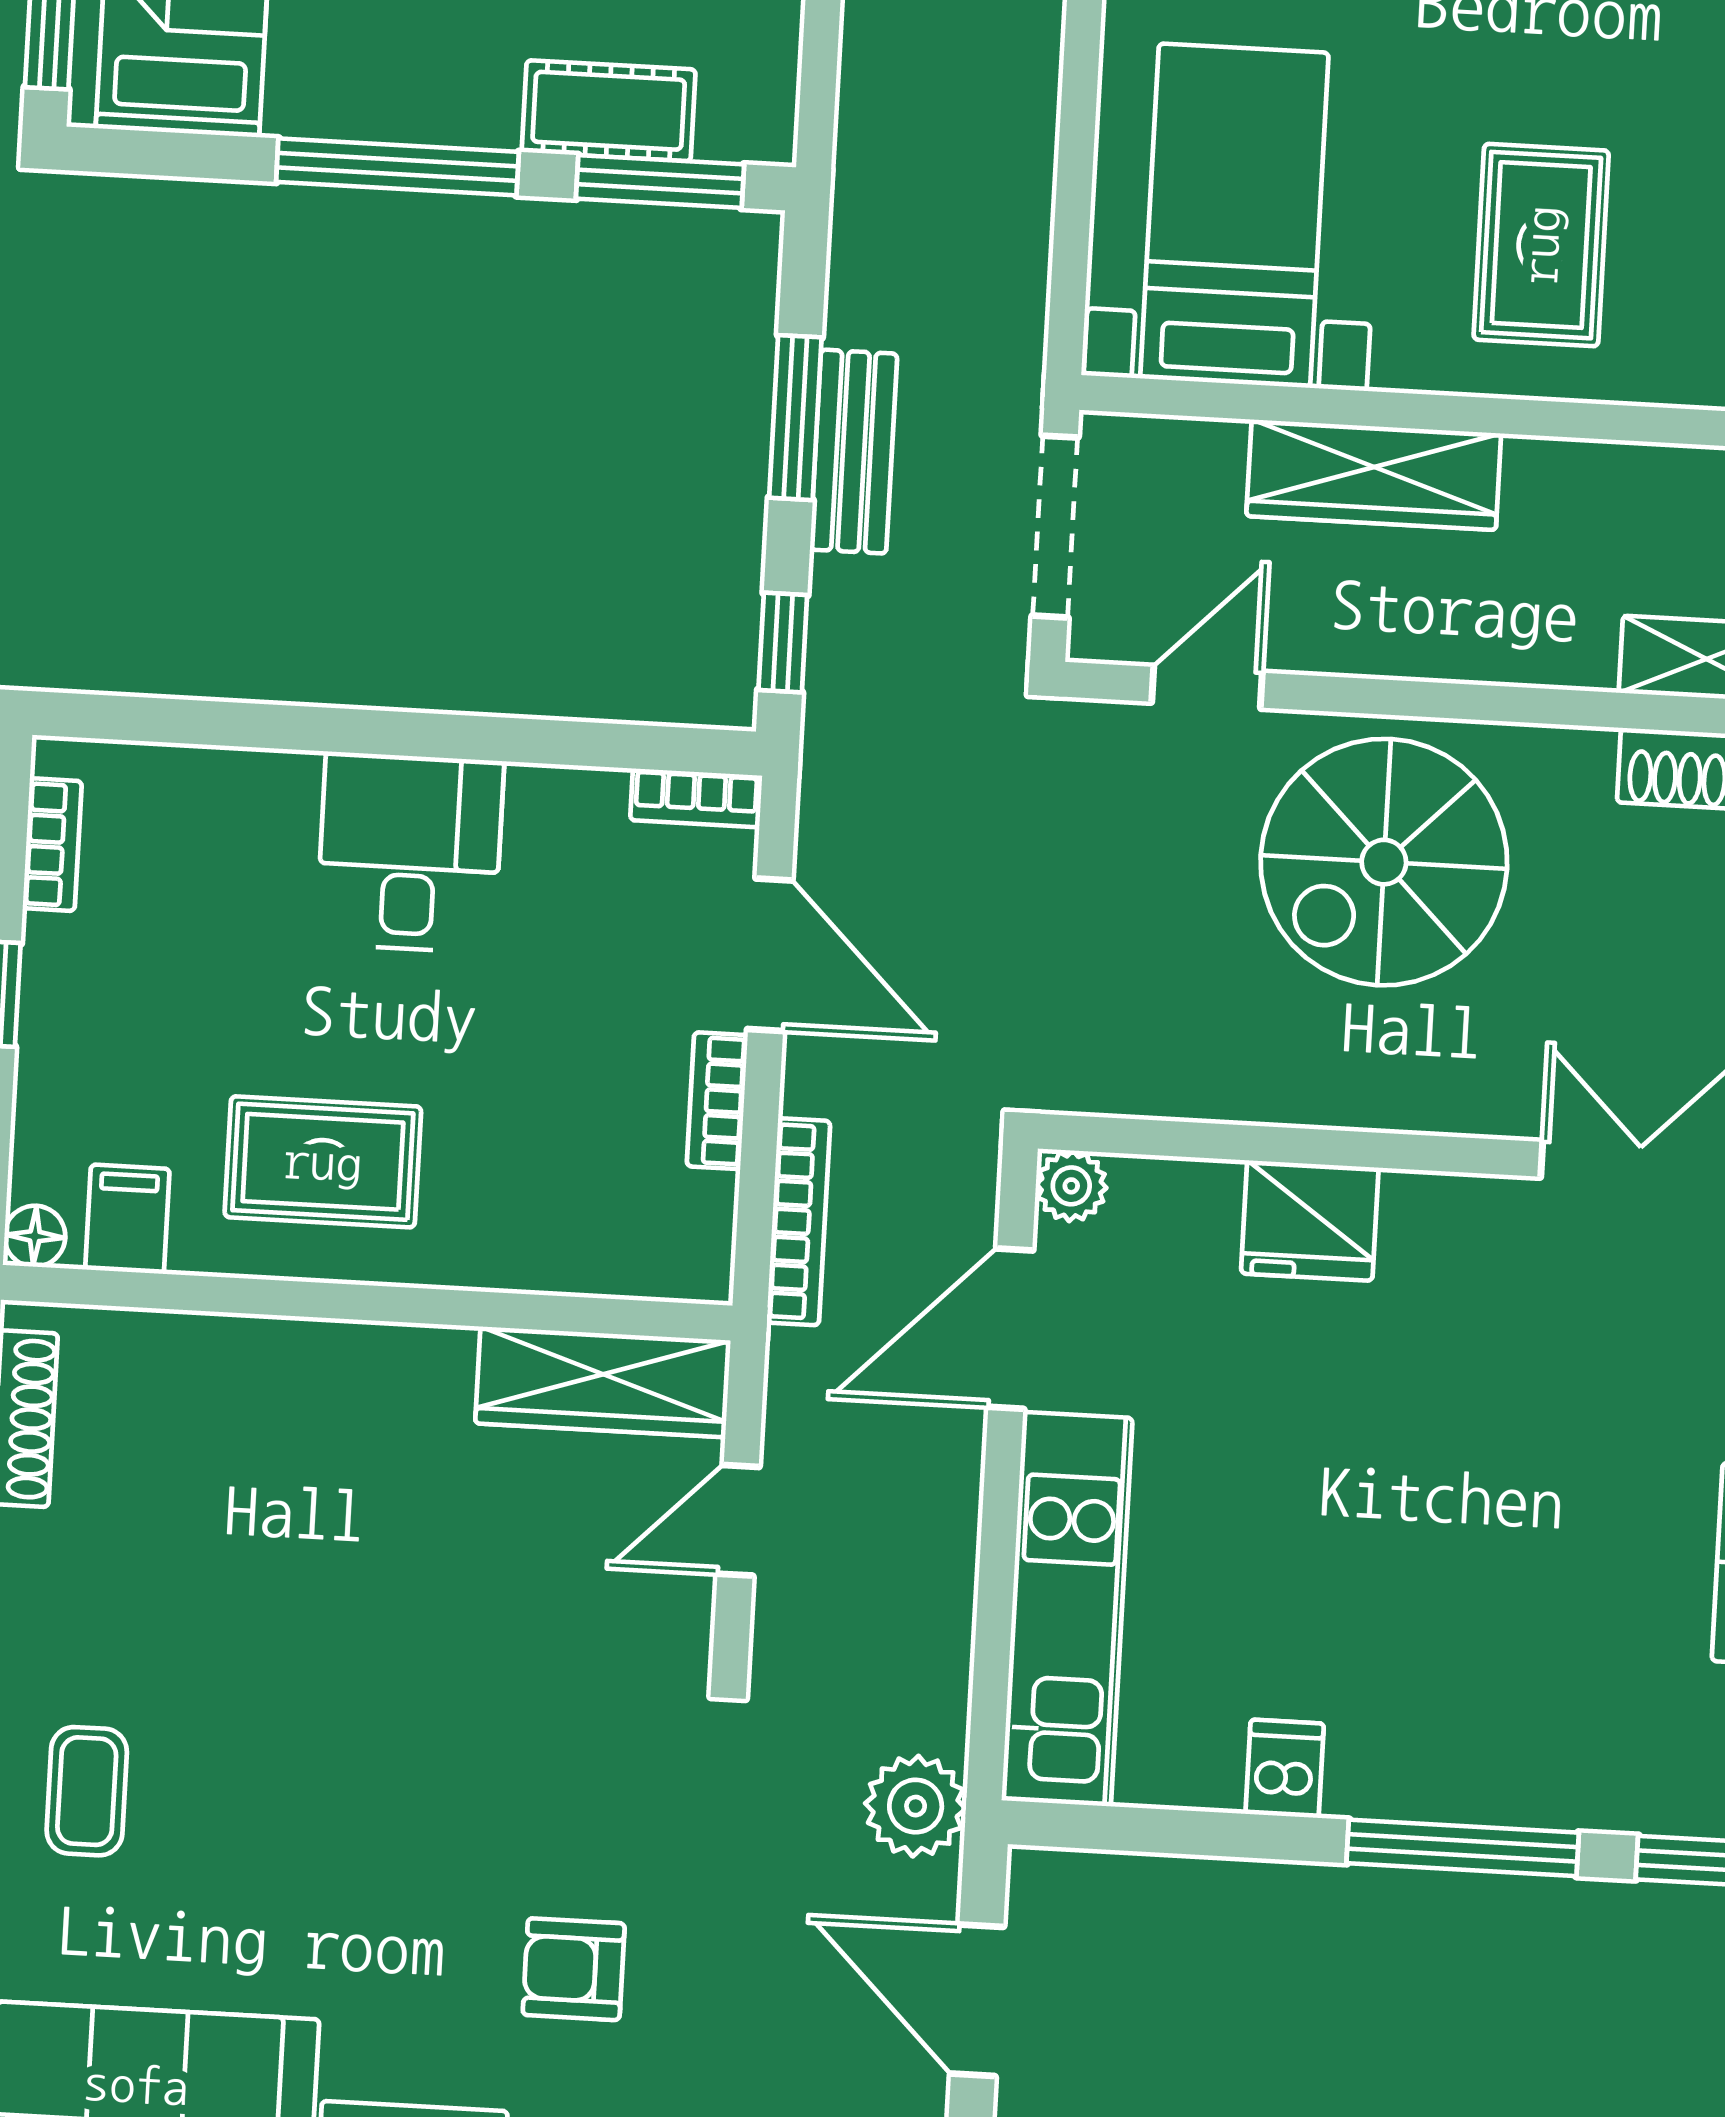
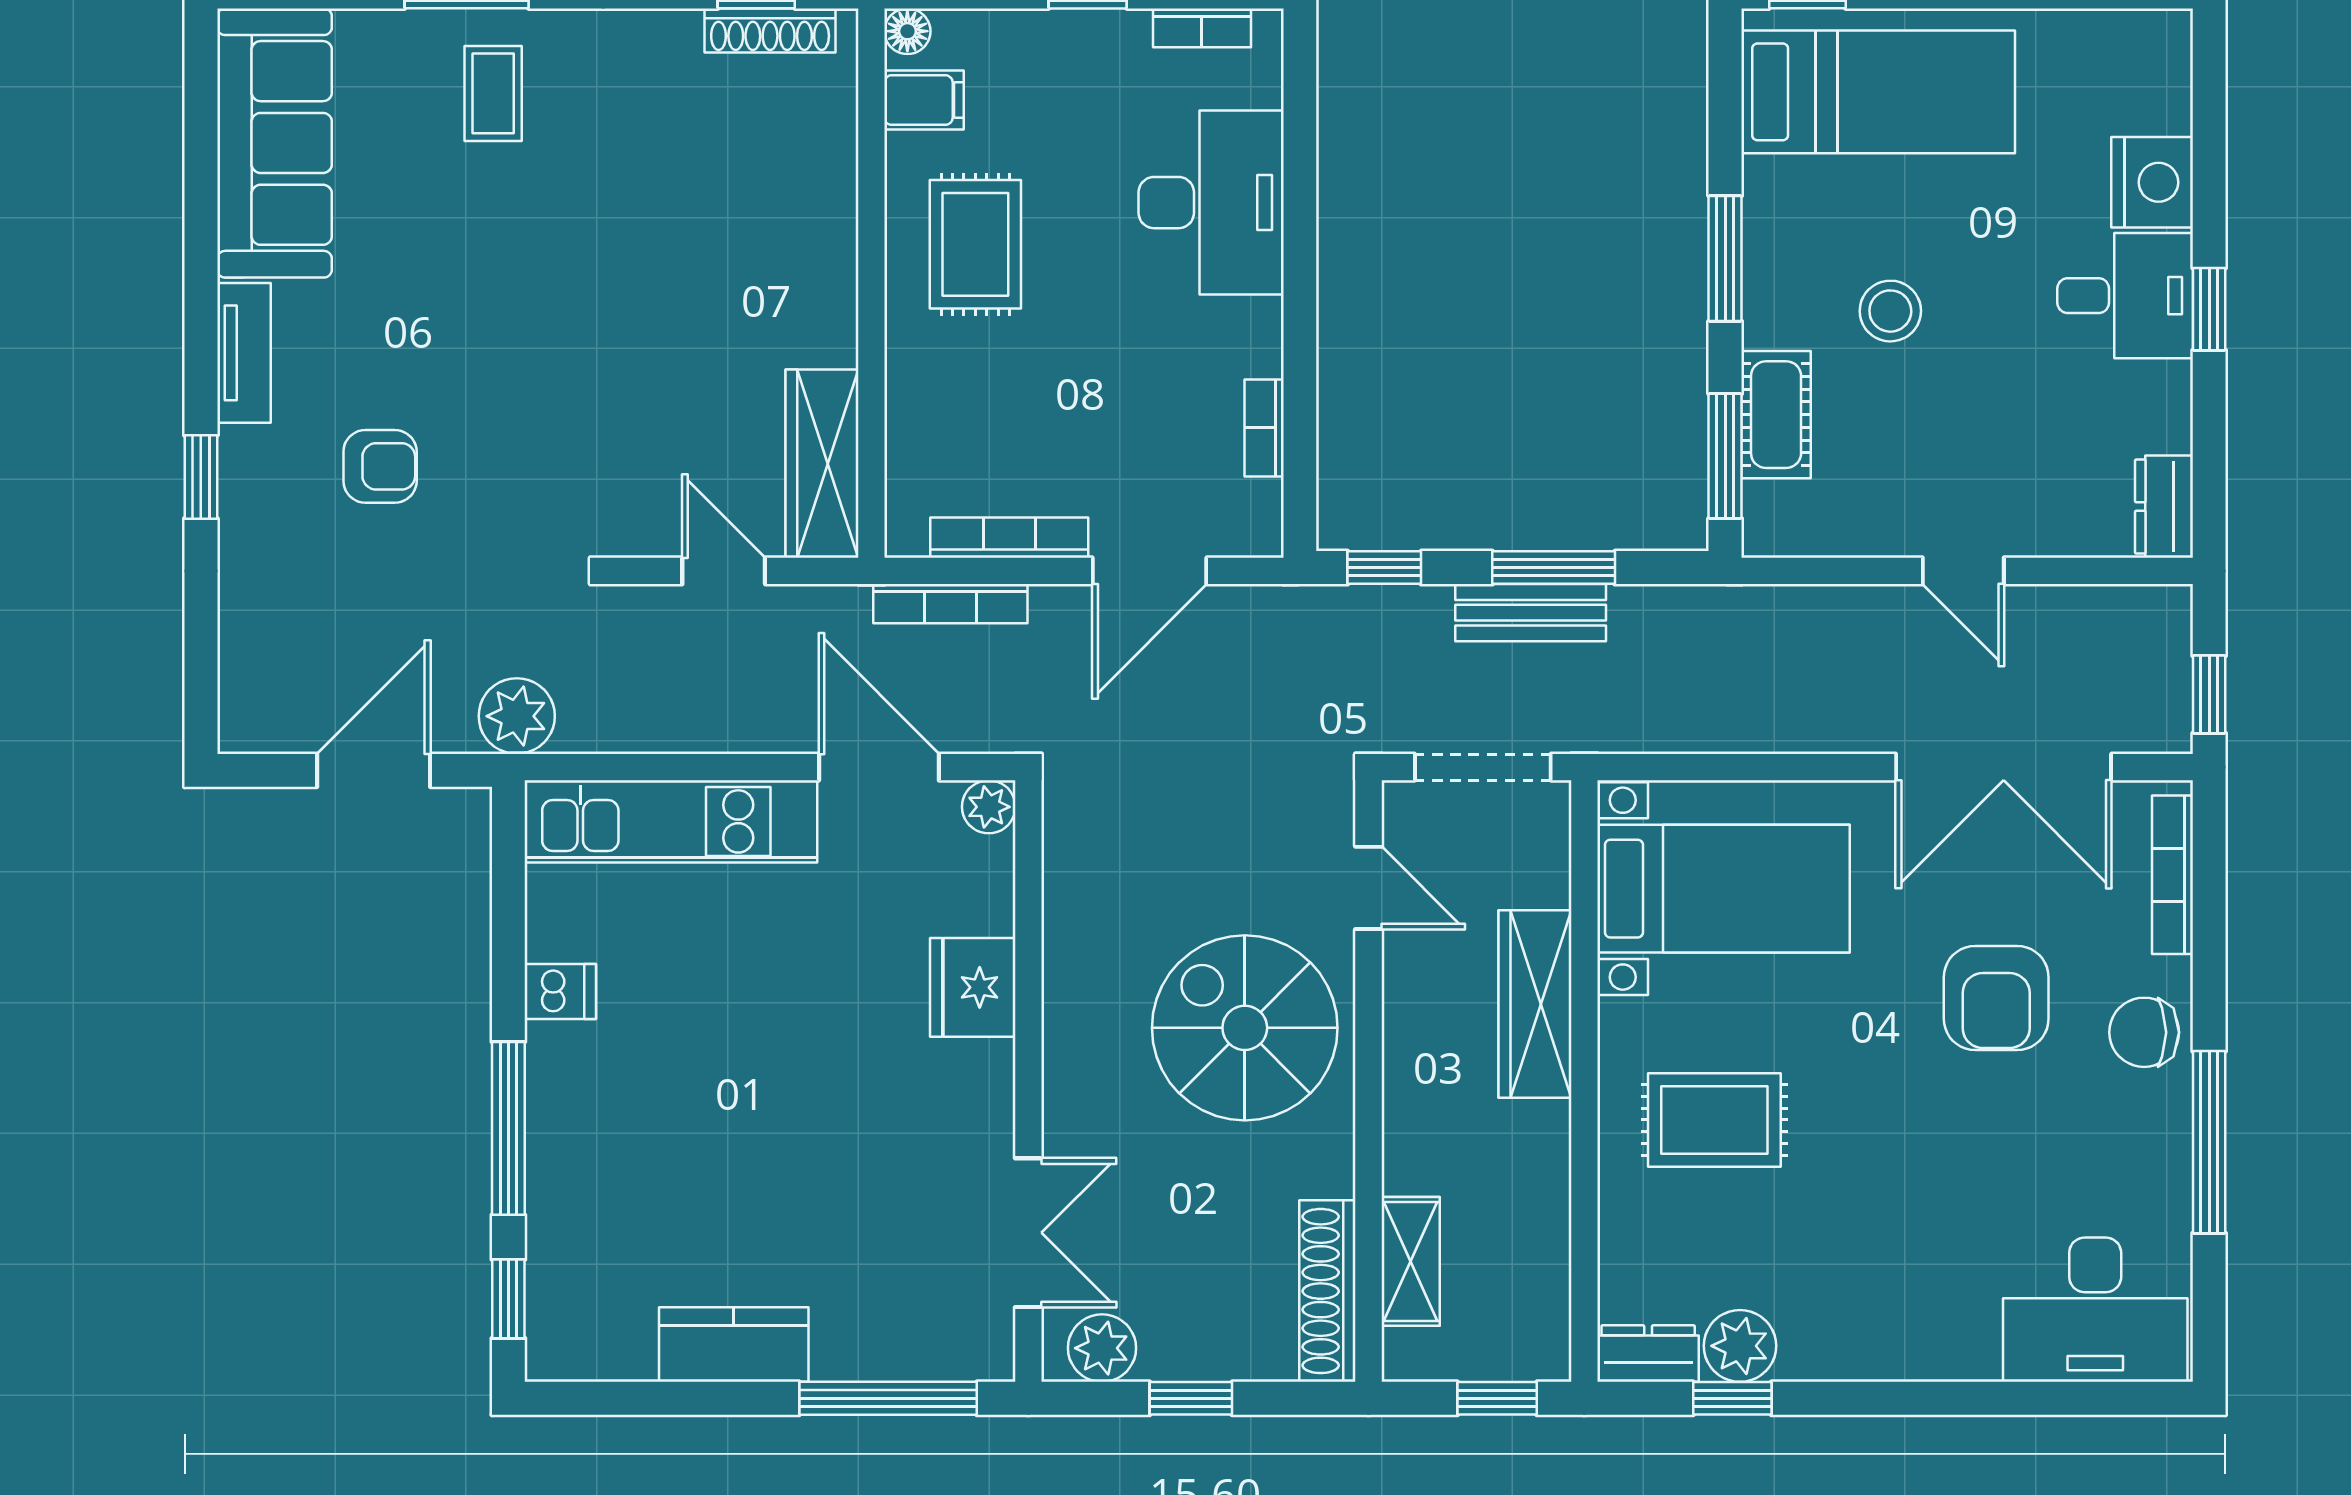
window: (397, 167) -> (1725, 259), width x0.69
bookcase: (696, 798) -> (1264, 428), moved
desk: (410, 852) -> (1211, 203), moved, width x1.37
bookcase: (717, 1101) -> (1009, 538), width x1.56
coffee table: (87, 1791) -> (493, 93), turned 90
armchair: (574, 1969) -> (380, 466), turned 90

